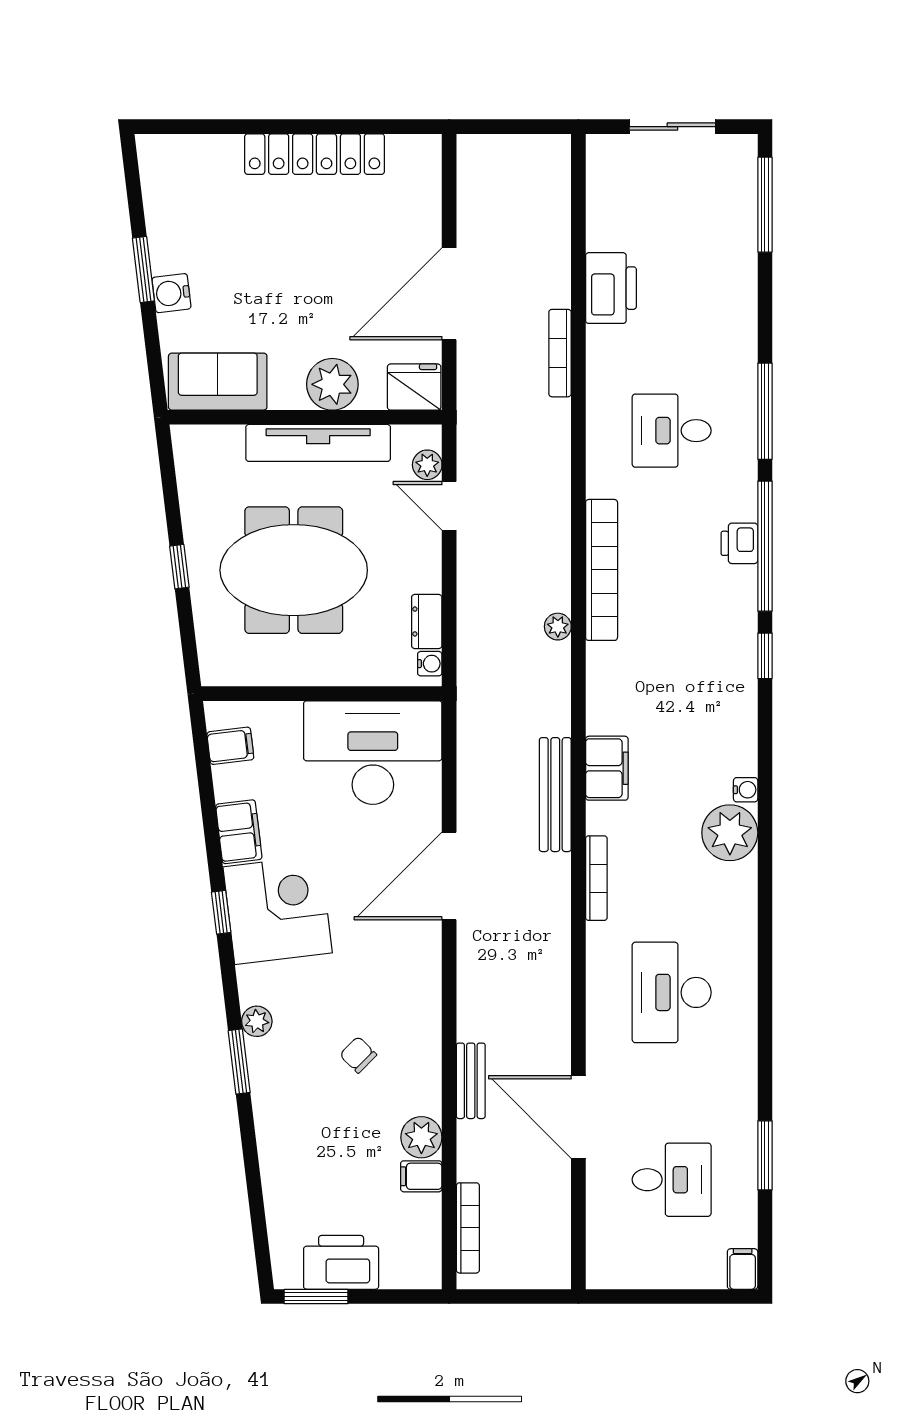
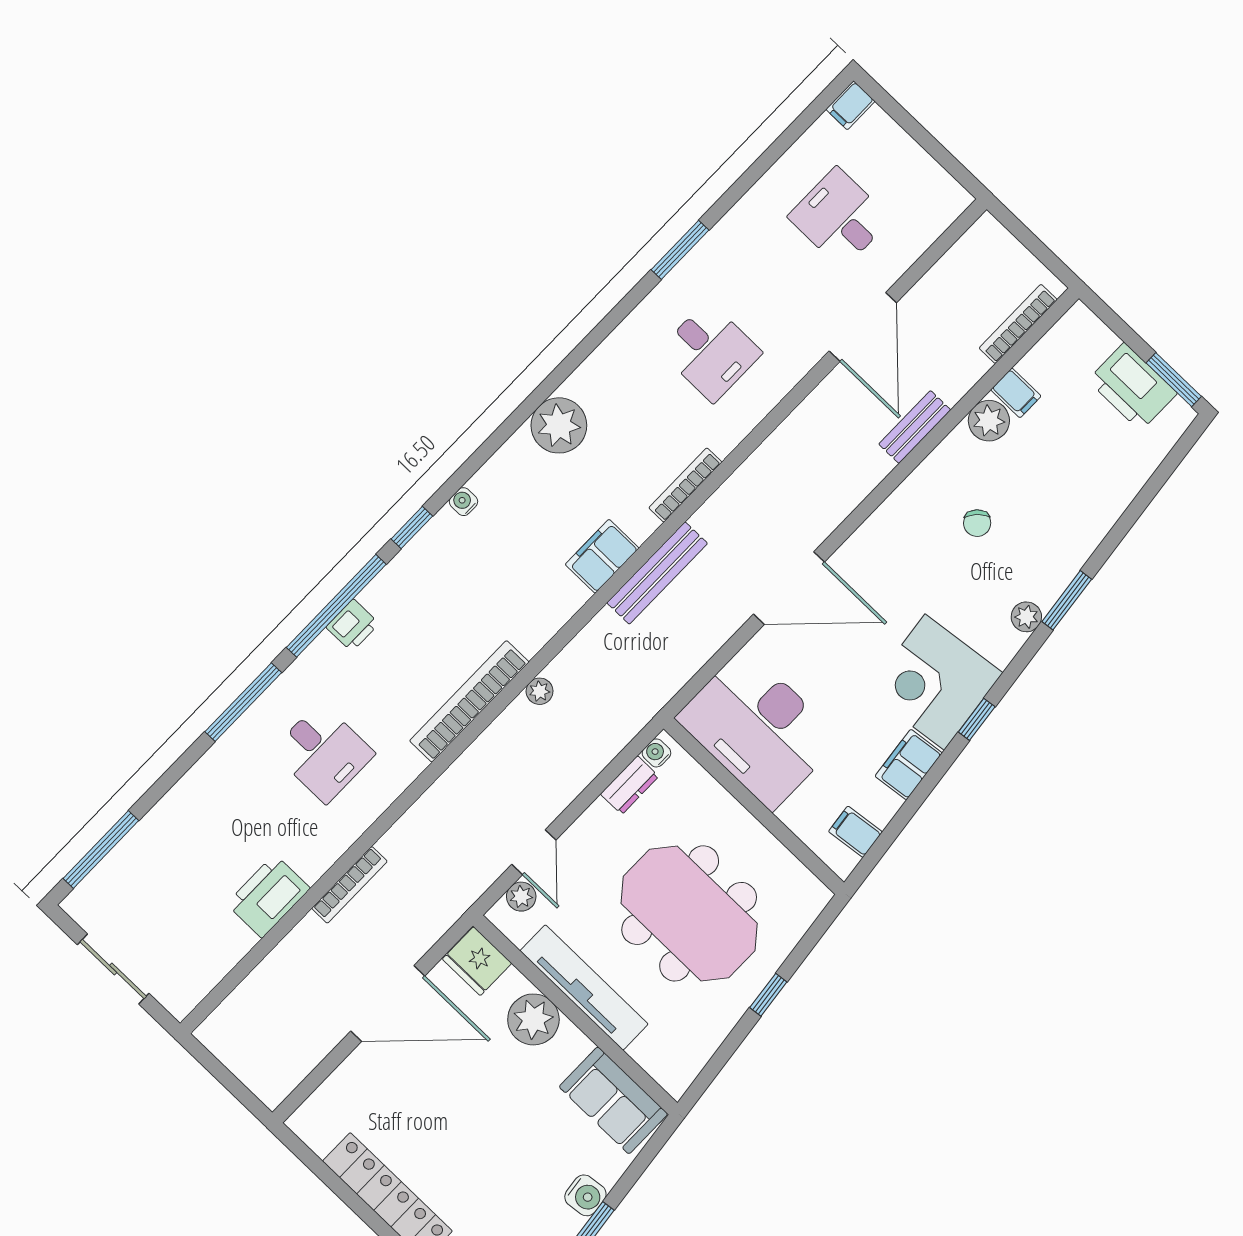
water cooler: (746, 790) -> (463, 502), moved
desk: (672, 992) -> (710, 352), width x0.73
window: (765, 1155) -> (680, 250), moved

